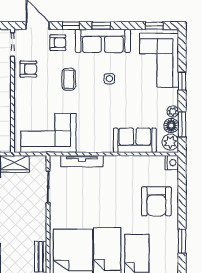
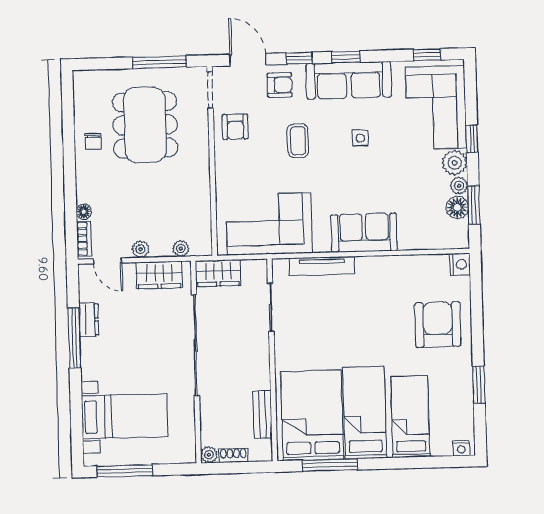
armchair: (28, 69) -> (235, 127), turned 90
sofa: (135, 140) -> (364, 233), moved
plant: (170, 142) -> (455, 163), moved
armchair: (156, 201) -> (438, 324), turned 180

